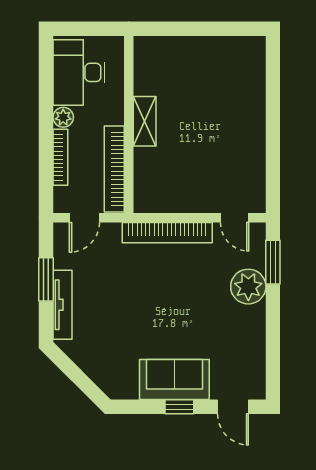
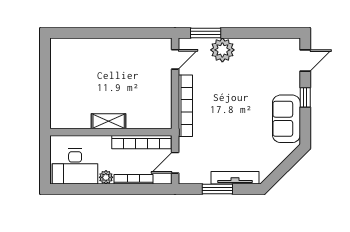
door: (84, 218) -> (175, 163), swing flipped
sofa: (174, 380) -> (286, 119), moved

